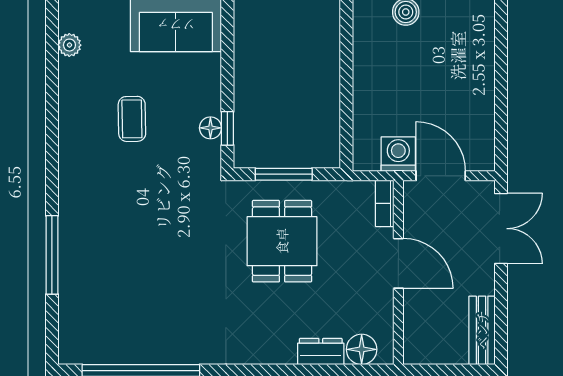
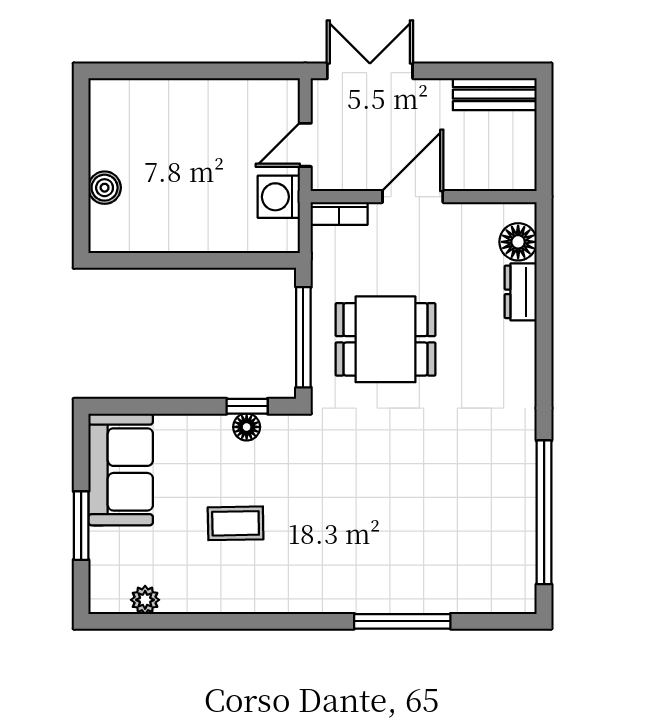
window: (284, 174) -> (303, 337), width x1.44
door: (441, 176) -> (305, 145), width x0.73

